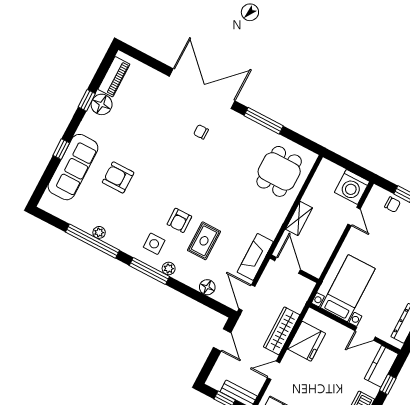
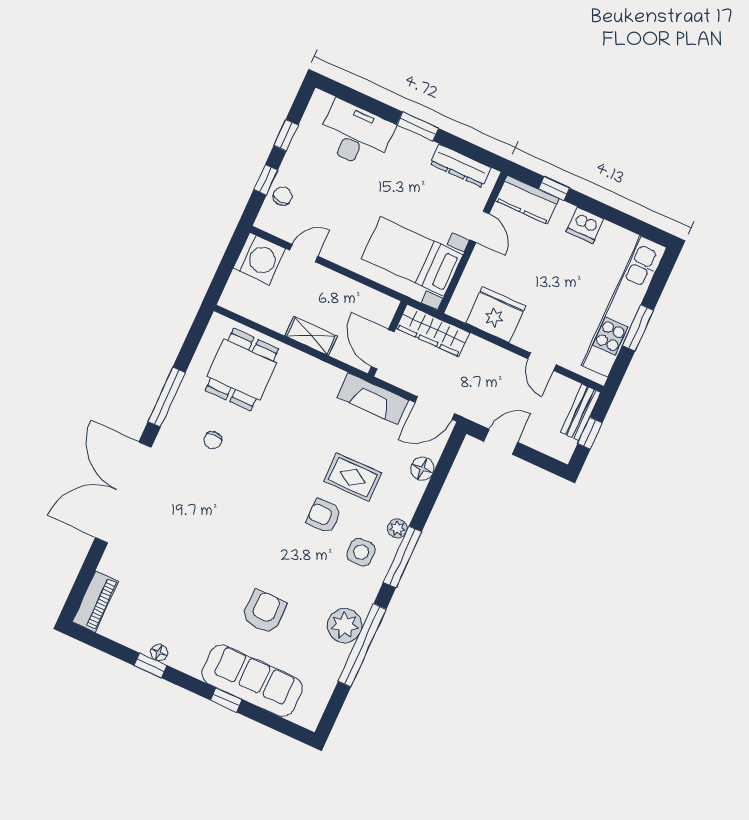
piano: (114, 77) -> (95, 601), moved, turned 90
floor lamp: (102, 104) -> (159, 652), width x0.53, depth x0.53
chair: (201, 132) -> (213, 440), moved
dining table: (279, 171) -> (242, 370), turned 90
armchair: (118, 177) -> (264, 612), turned 180
armchair: (179, 220) -> (324, 516), turned 180
plant: (99, 232) -> (345, 626), width x1.88, depth x1.88
door: (288, 265) -> (383, 349), hinge flipped
wardrobe: (282, 331) -> (433, 330), moved

